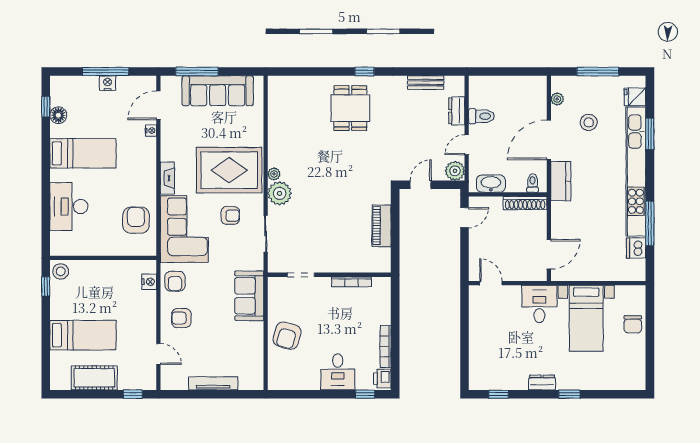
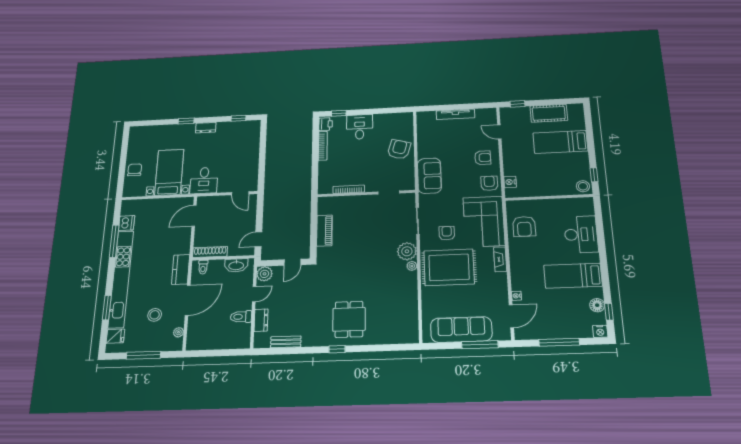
nightstand: (108, 83) -> (600, 331), moved
armchair: (230, 216) -> (447, 233), turned 90

